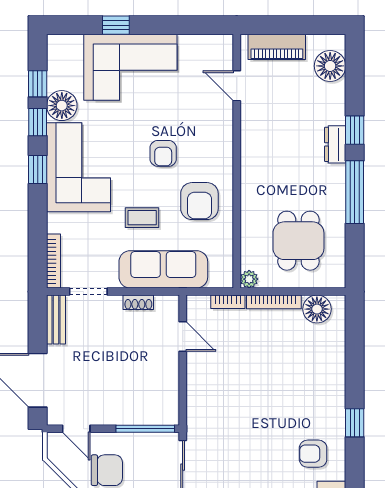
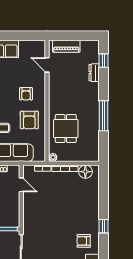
floor lamp: (330, 66) -> (92, 55), removed
window: (355, 130) -> (104, 61), moved
dresser: (335, 144) -> (94, 73), moved
armchair: (163, 153) -> (26, 94), moved
dining table: (298, 241) -> (66, 129), moved

